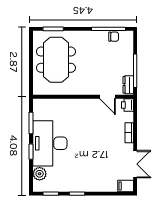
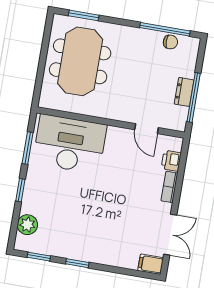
dresser: (128, 85) -> (184, 92), moved
printer: (128, 105) -> (171, 161), moved
desk: (50, 143) -> (70, 144), moved, turned 90

